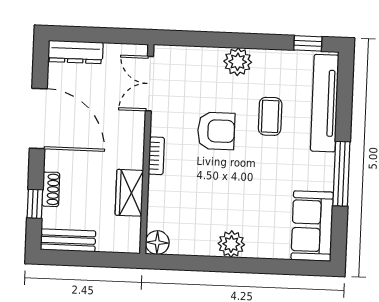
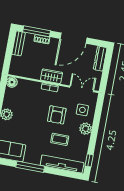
side table: (196, 75) -> (82, 110), added
wardrobe: (129, 193) -> (52, 76), moved
window: (35, 204) -> (37, 31), width x2.17

